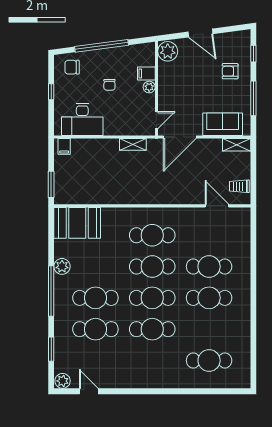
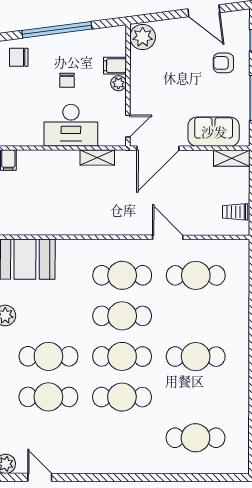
door: (200, 33) -> (204, 11), moved
desk: (82, 119) -> (71, 125), moved
door: (217, 206) -> (168, 237), moved
cafe table: (209, 267) -> (196, 275), moved

